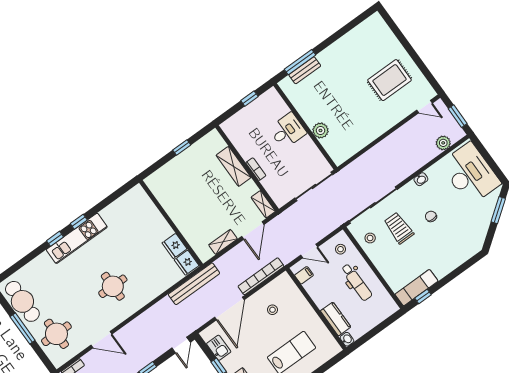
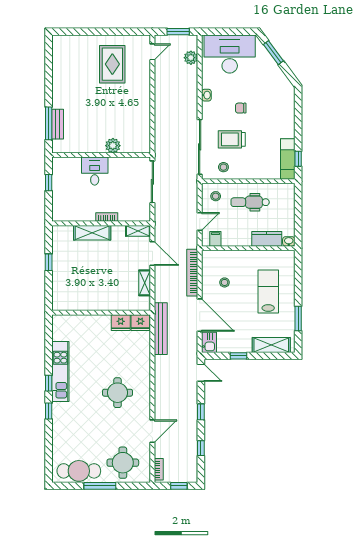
kitchen unit: (77, 238) -> (60, 372), moved
dental chair: (357, 282) -> (250, 202), turned 180
kitchen sink: (219, 348) -> (209, 342), moved, turned 90

